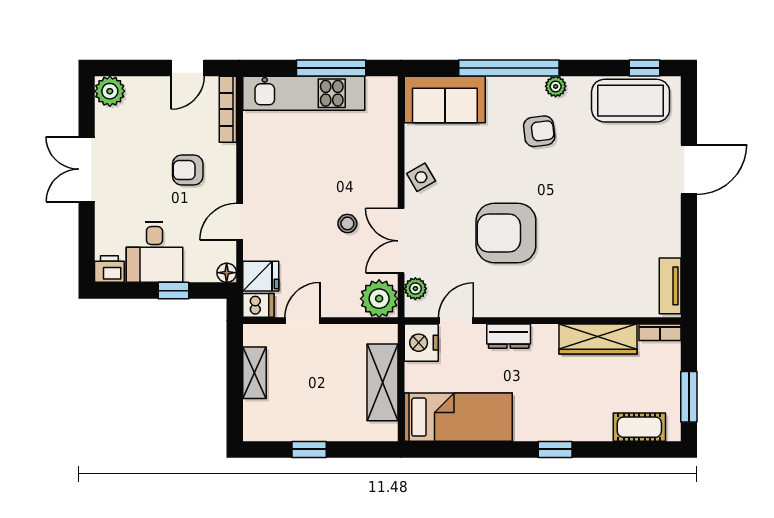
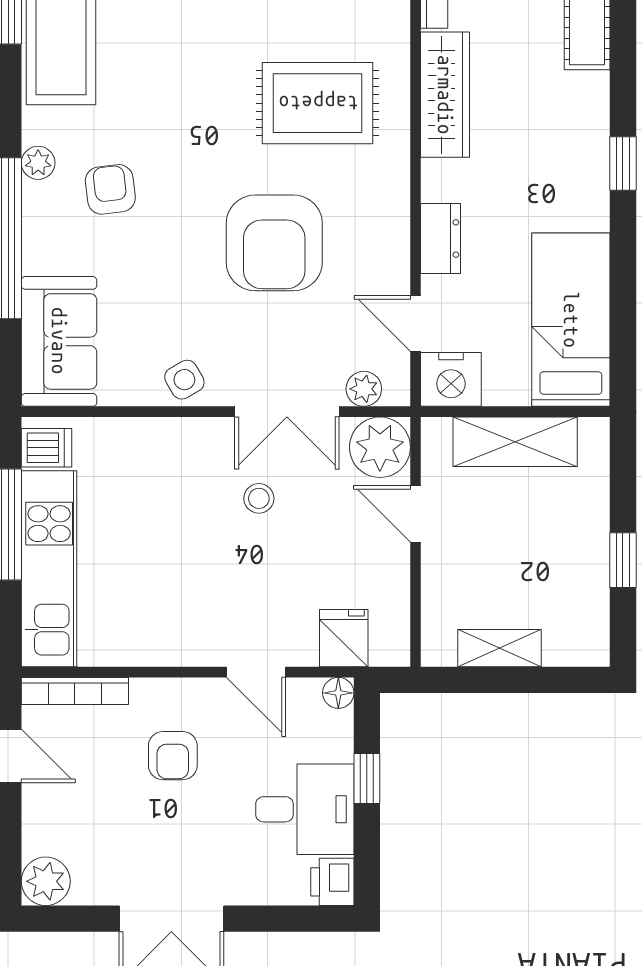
rug: (593, 260) -> (318, 103), added
dishwasher: (258, 305) -> (46, 448), moved, turned 90
door: (303, 321) -> (416, 514), moved

